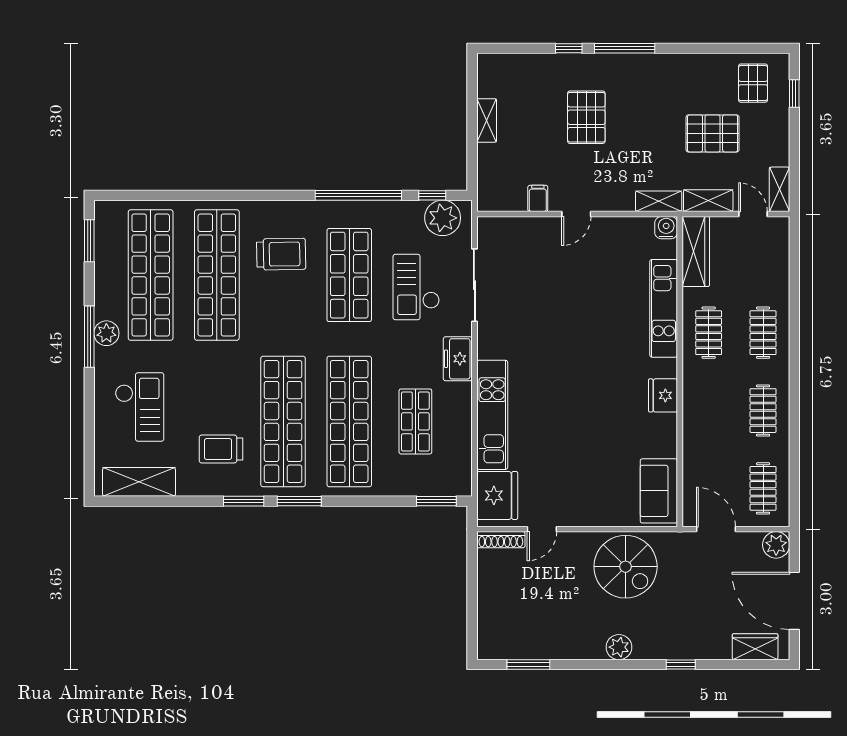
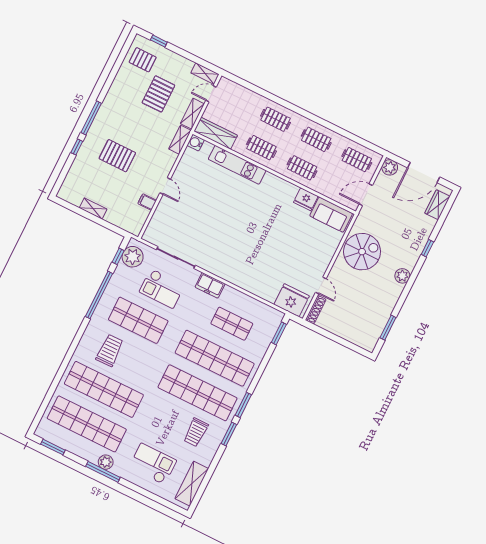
fridge: (663, 395) -> (306, 199), moved
clothes rail: (709, 411) -> (302, 168), added
kitchen unit: (492, 415) -> (248, 282), removed

